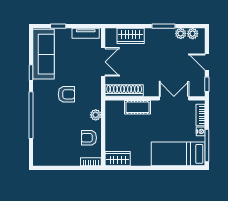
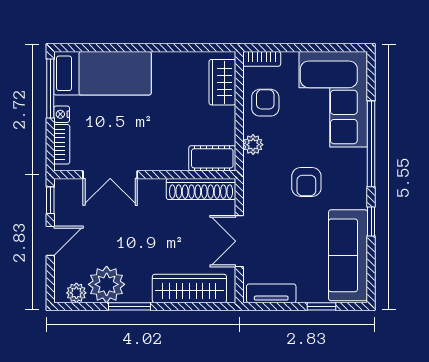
plant: (181, 33) -> (107, 284), width x1.88, depth x1.88
wardrobe: (131, 36) -> (189, 288), width x1.50
door: (207, 62) -> (50, 241), hinge flipped
armchair: (66, 94) -> (306, 182), turned -90
cot: (138, 107) -> (212, 158), moved
armchair: (89, 138) -> (265, 103), turned -90
corner sofa: (52, 140) -> (333, 99), added
wardrobe: (118, 159) -> (222, 82), moved, turned 90

